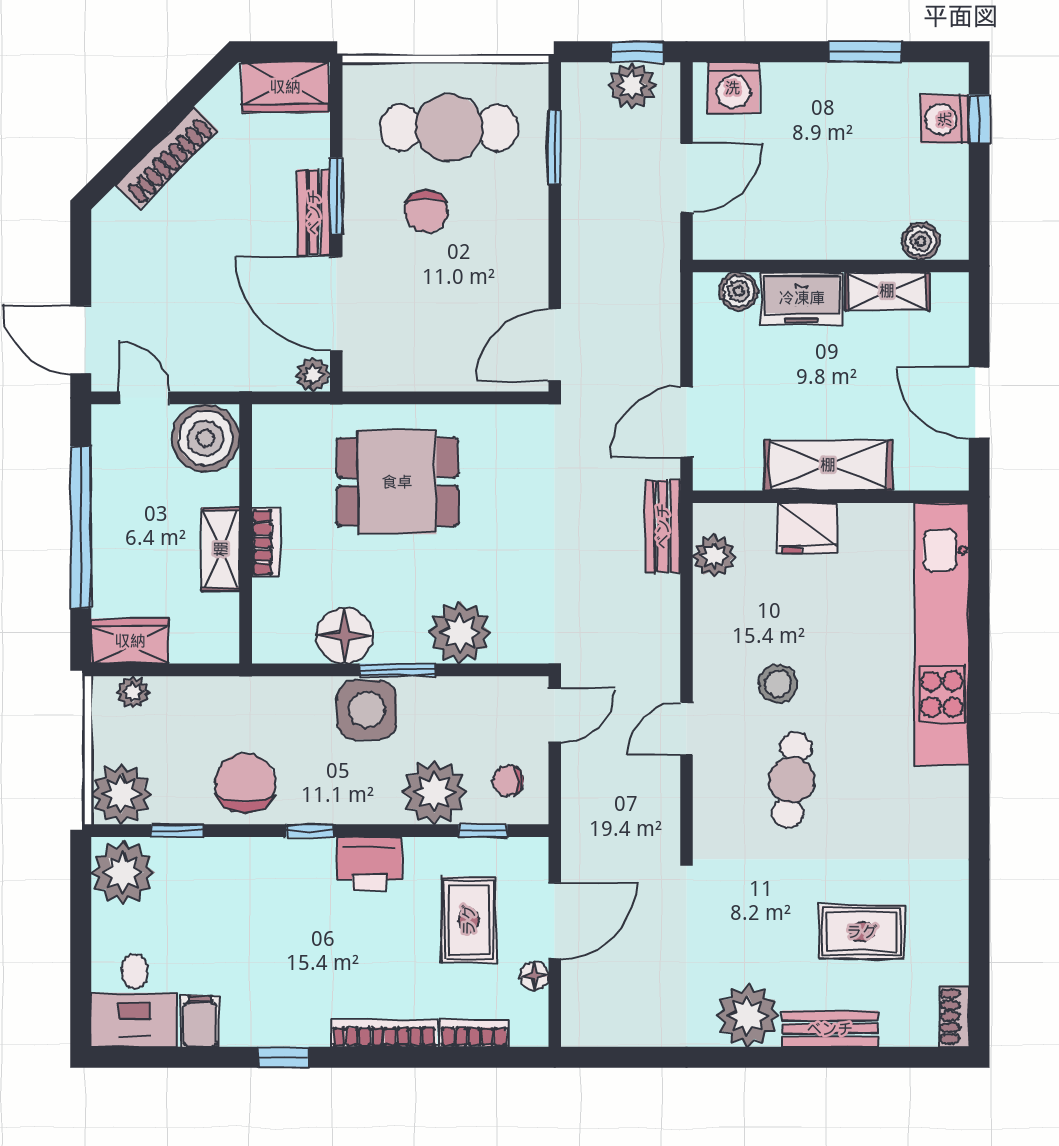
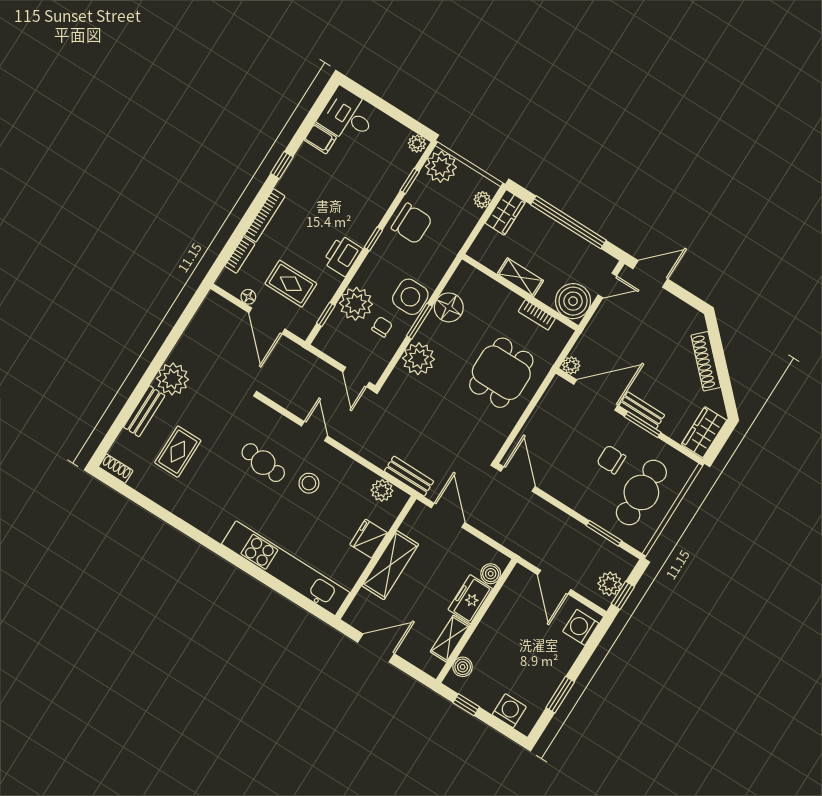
window: (979, 119) -> (466, 705), moved
bookcase: (266, 542) -> (537, 315), moved
chair: (508, 781) -> (382, 327), moved
plant: (123, 872) -> (417, 144), width x0.53, depth x0.53

